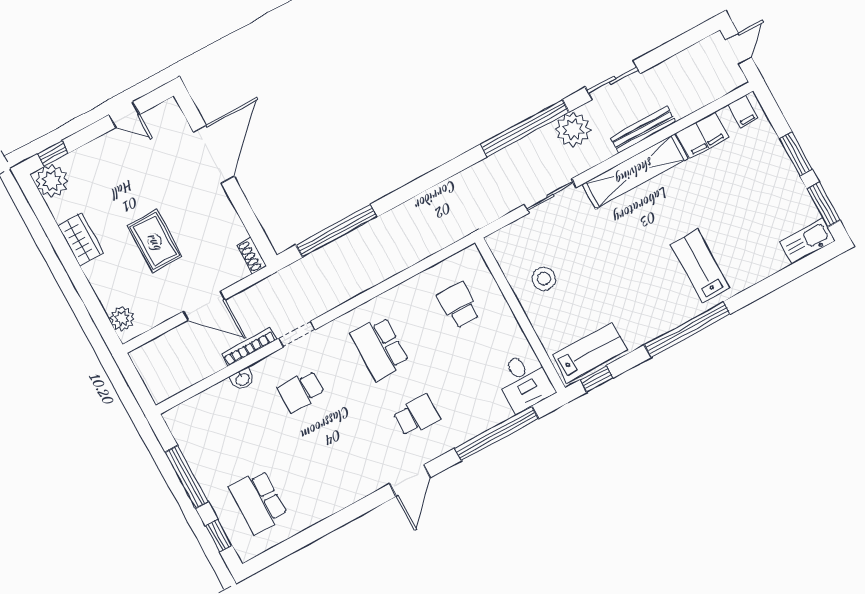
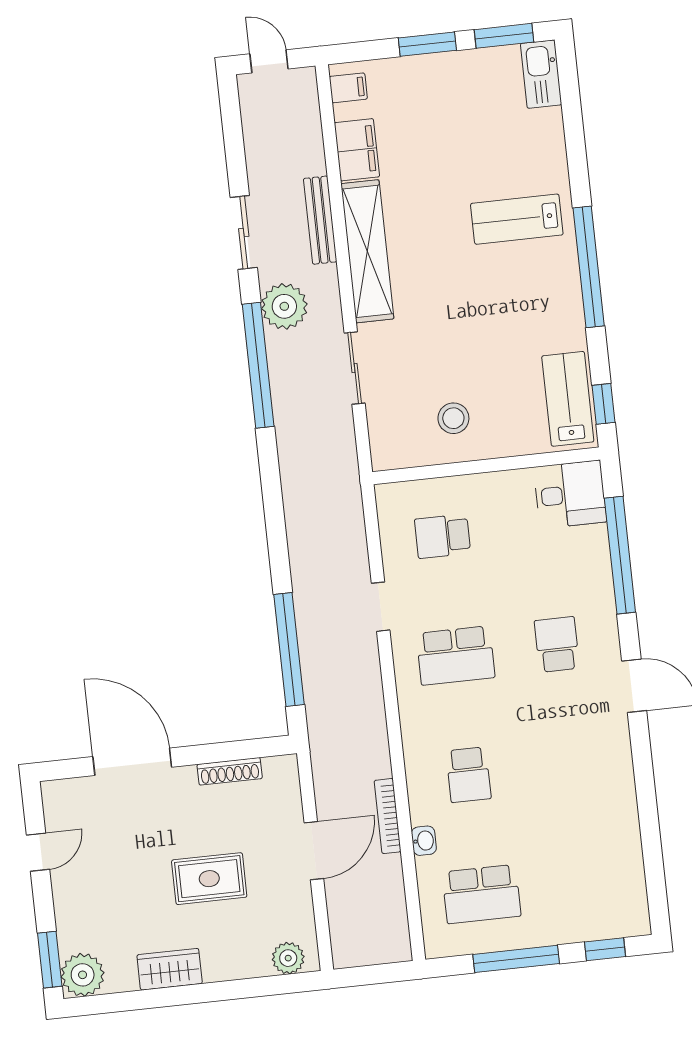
window: (53, 154) -> (50, 960), width x1.50
shoe rack: (252, 255) -> (230, 771), moved, width x1.43
doorway: (297, 334) -> (381, 607), moved
school desk: (258, 501) -> (481, 894), moved

